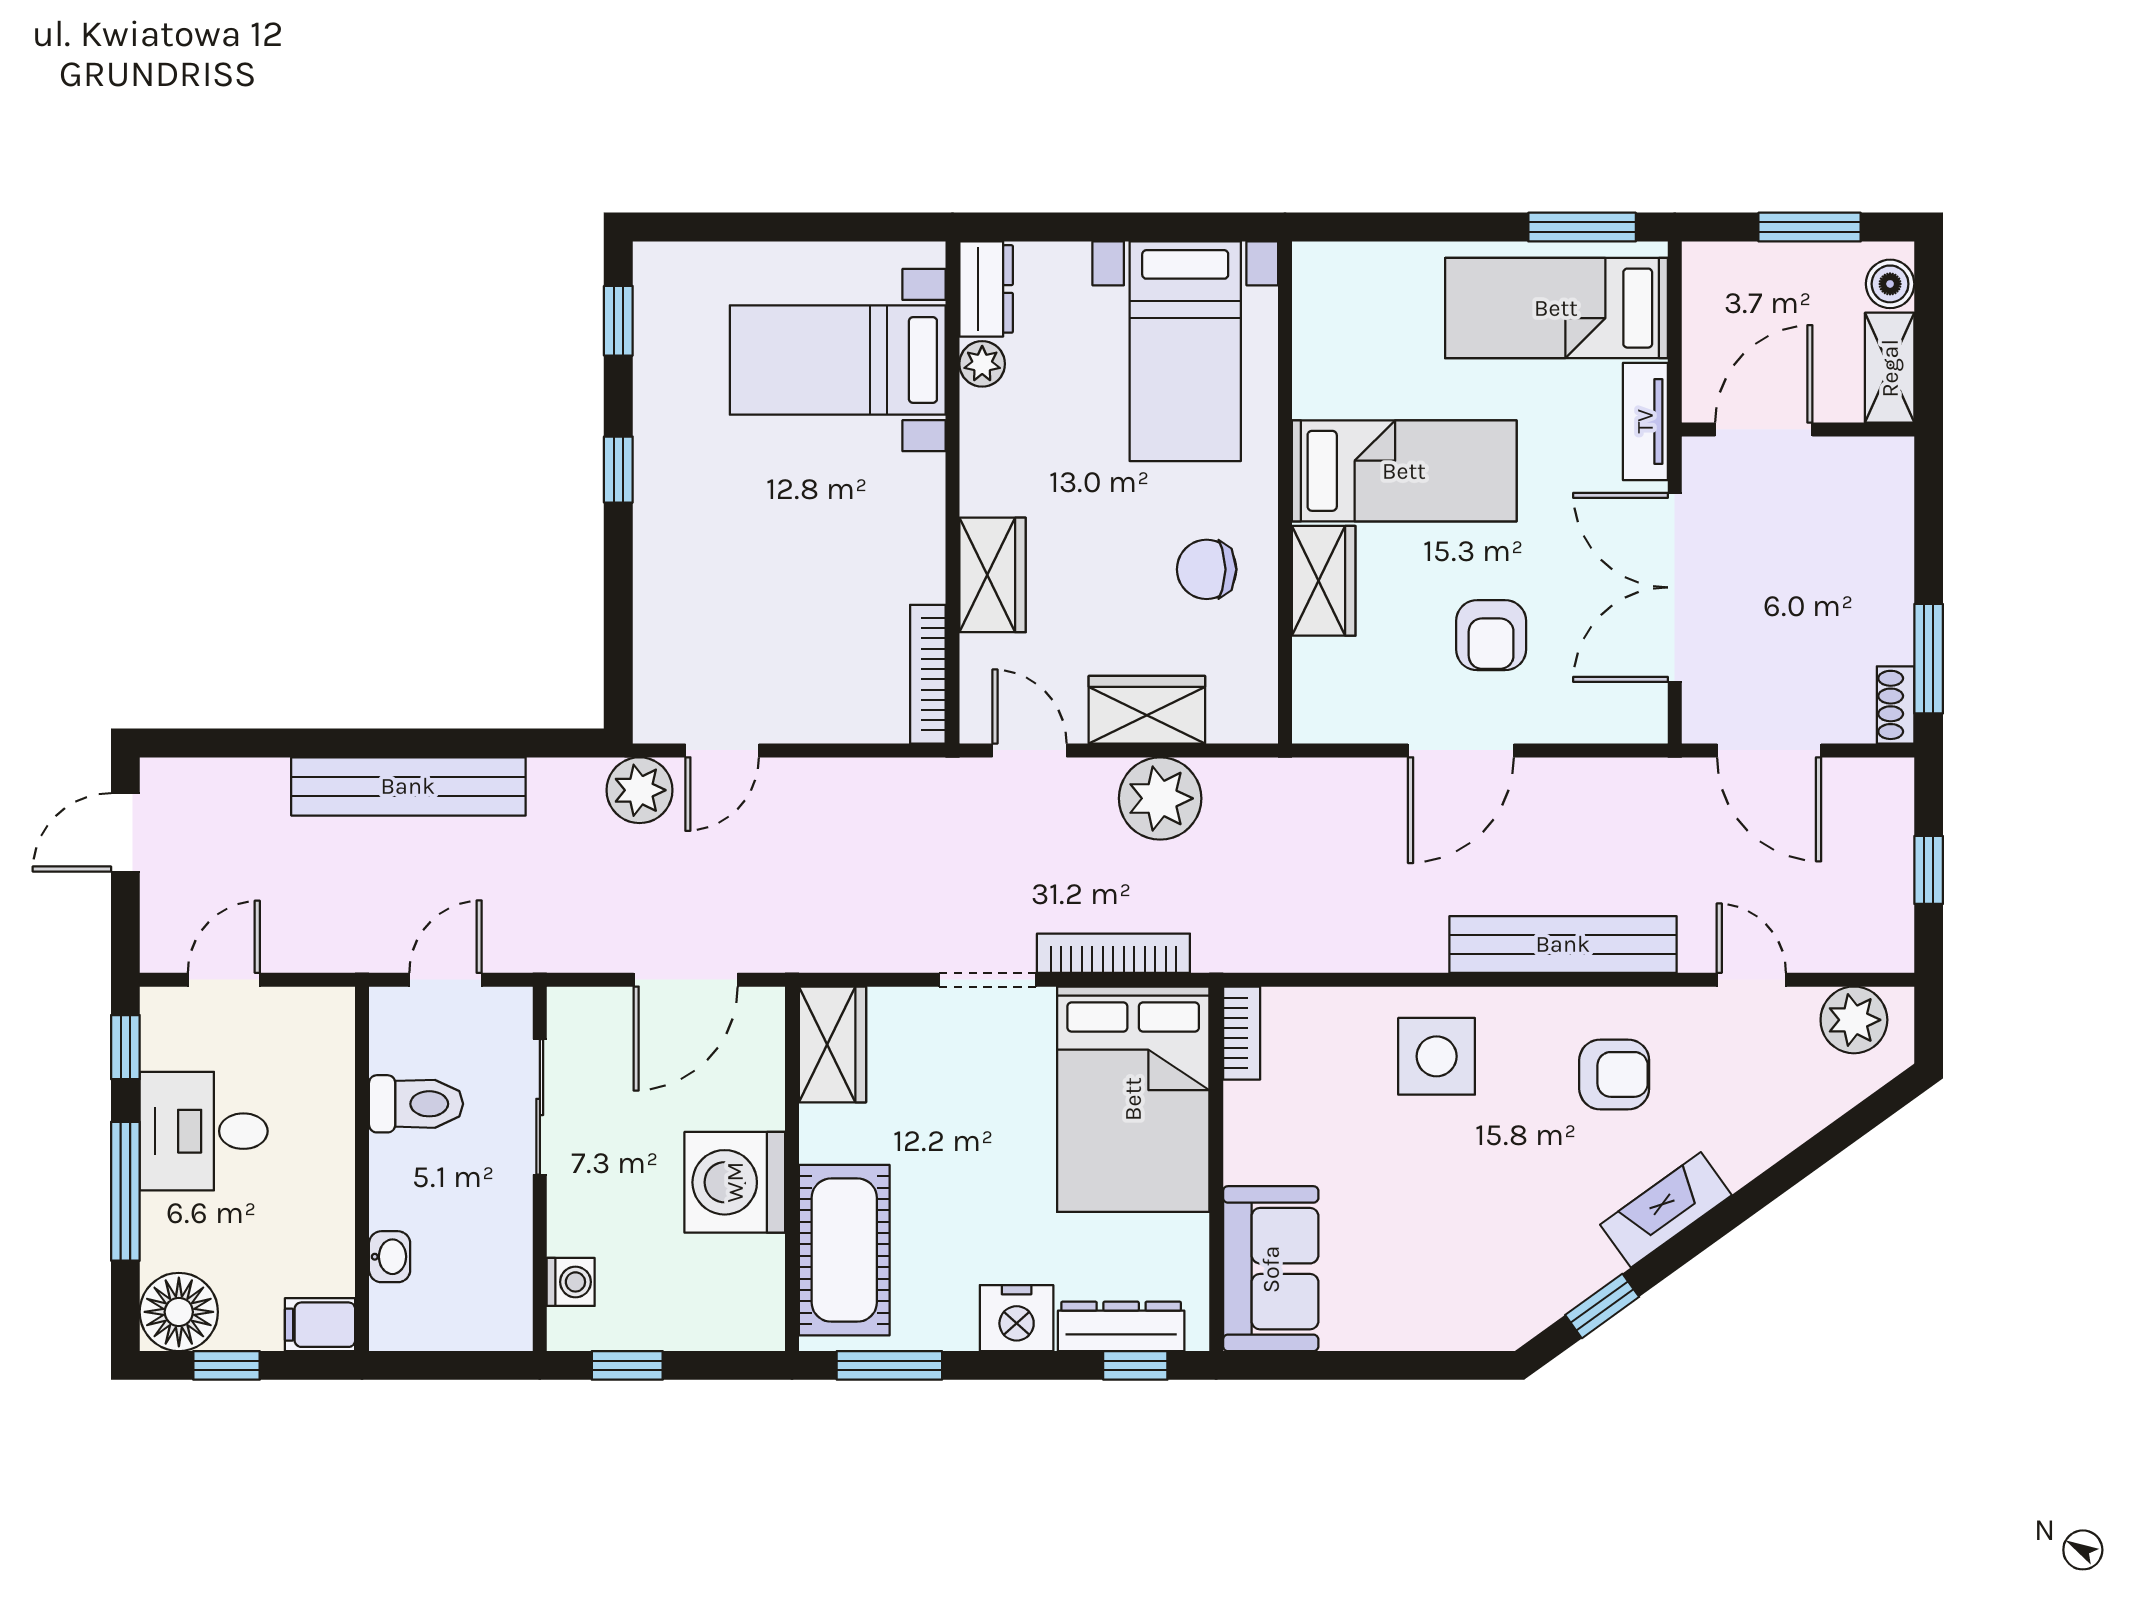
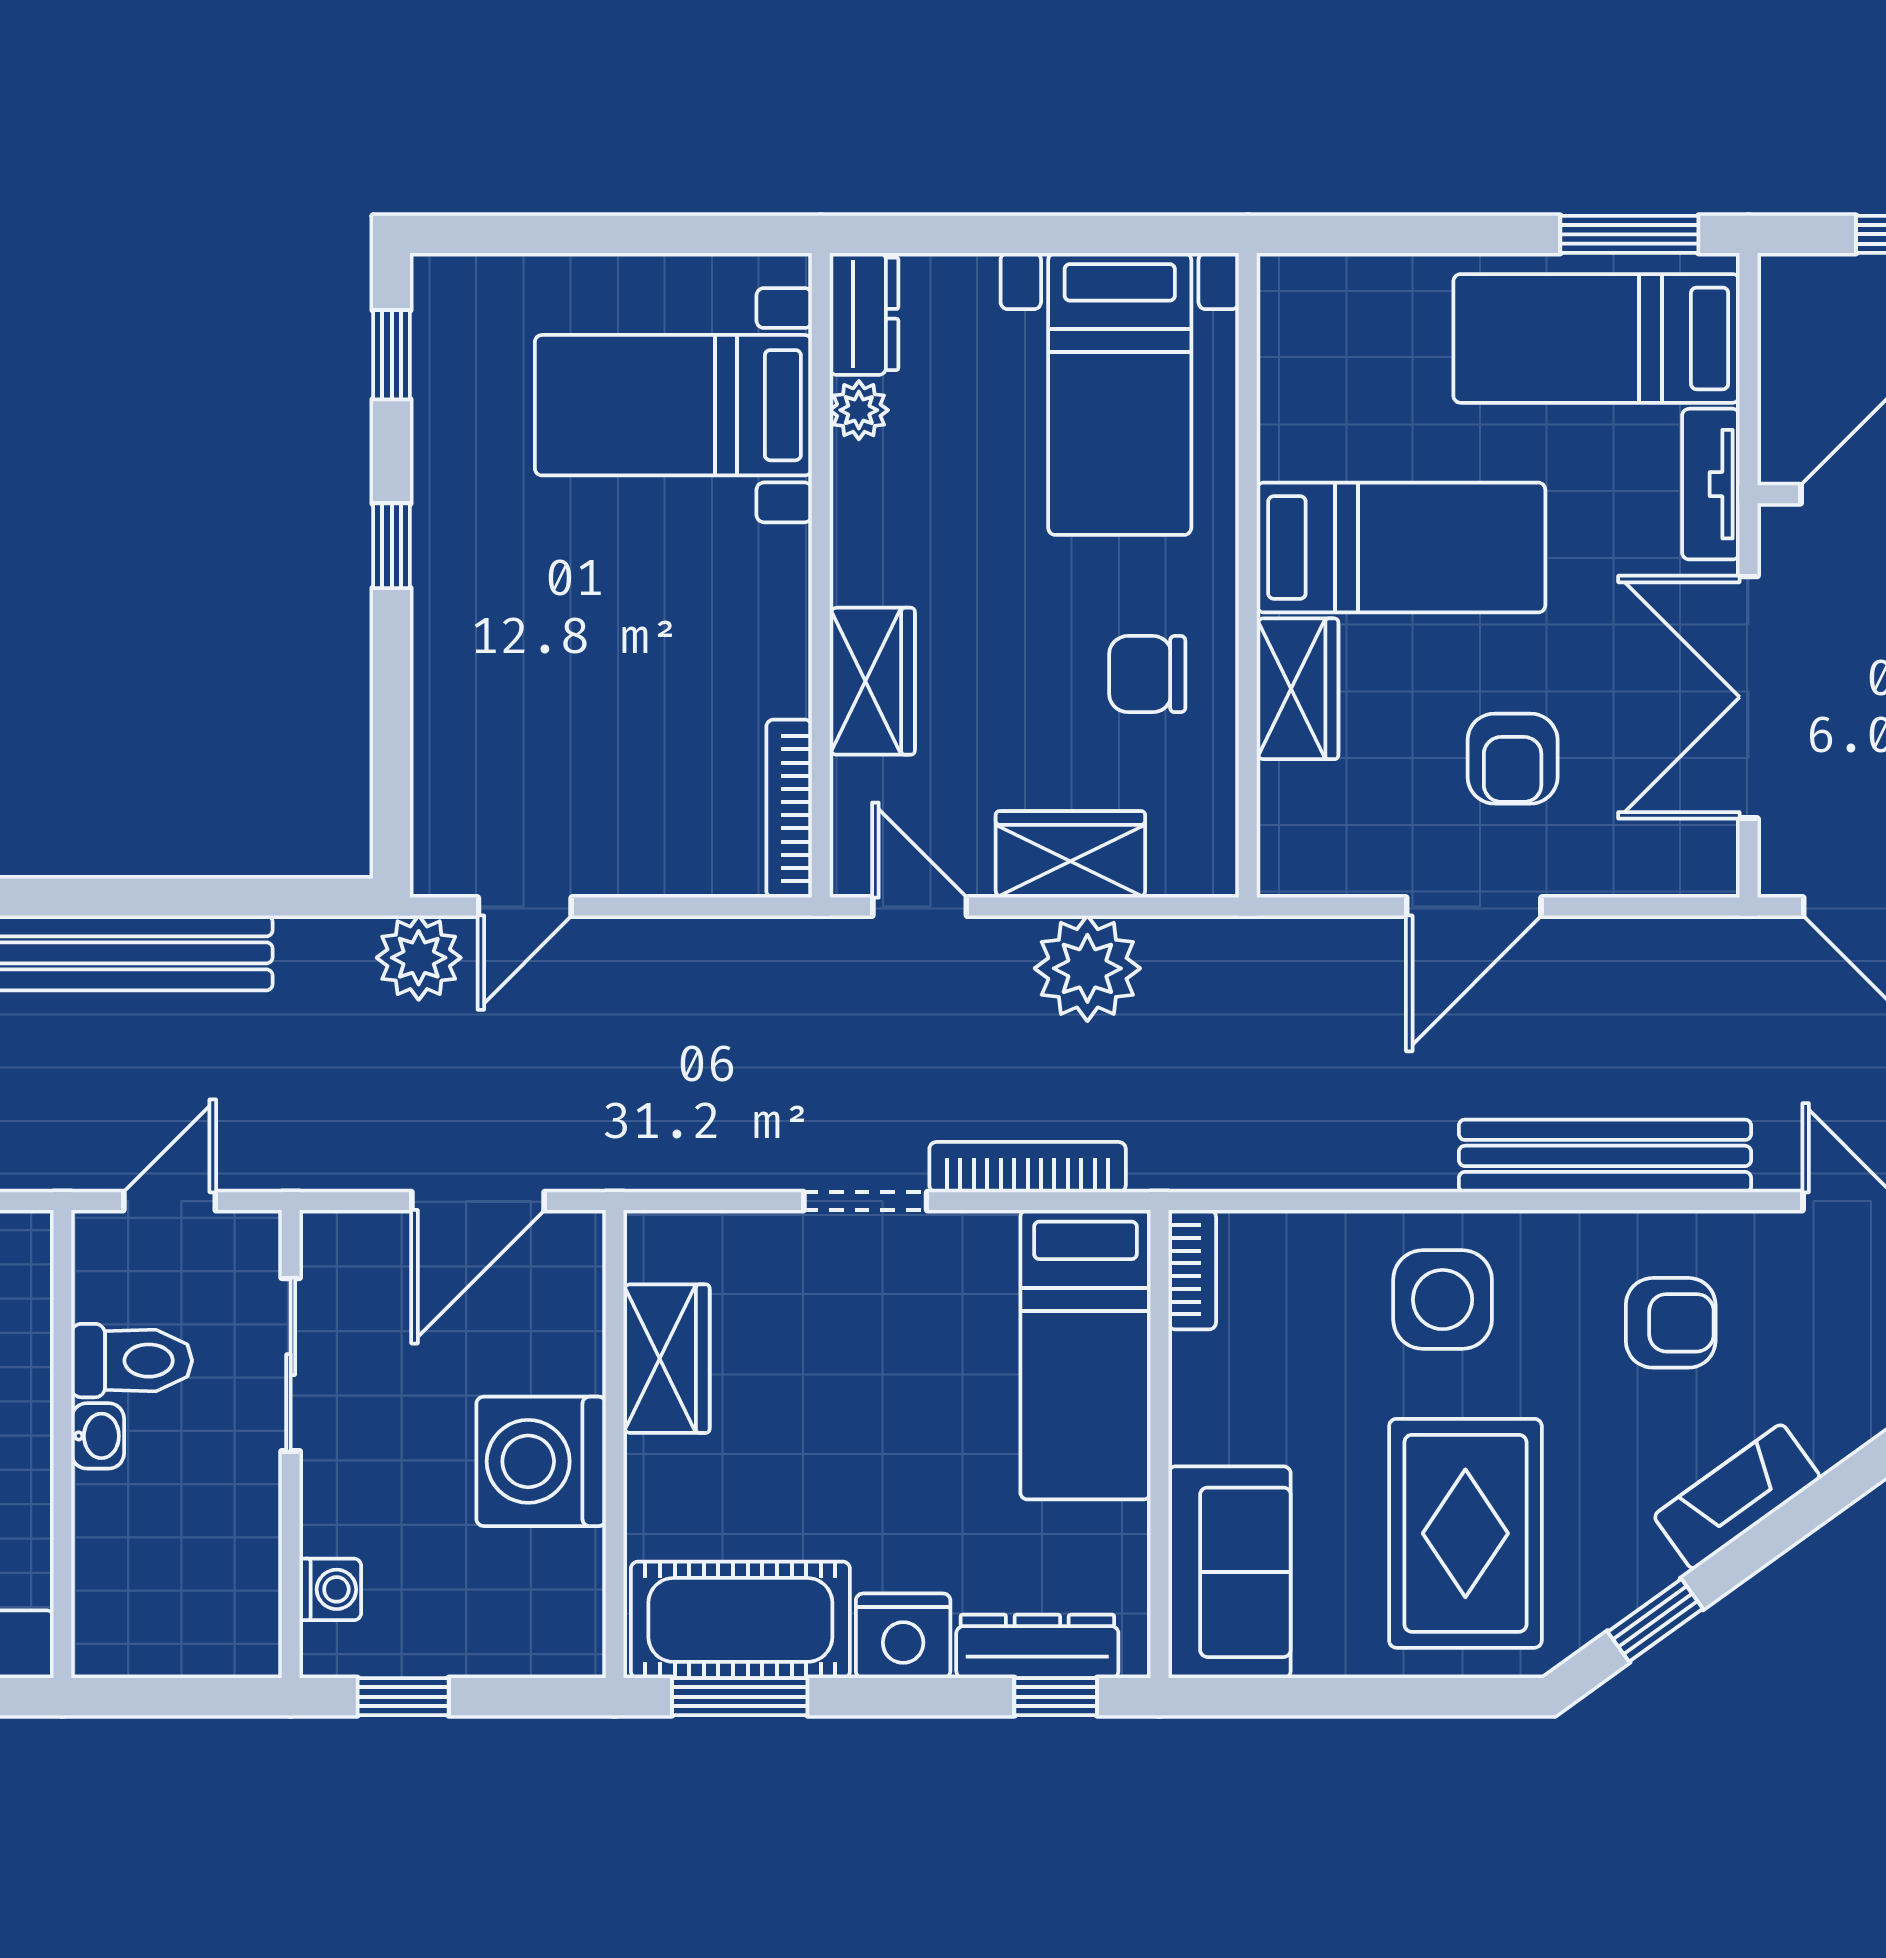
wardrobe: (832, 1044) -> (667, 1359), moved
bed: (1133, 1099) -> (1085, 1355), width x0.67
rug: (1454, 1238) -> (1465, 1533), added
cot: (844, 1250) -> (740, 1620), moved, turned 90
washbasin: (390, 1257) -> (98, 1436), moved

